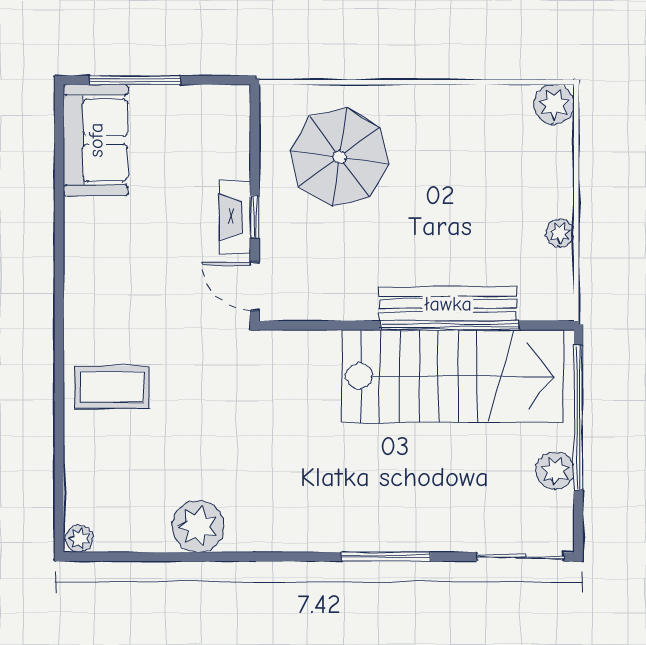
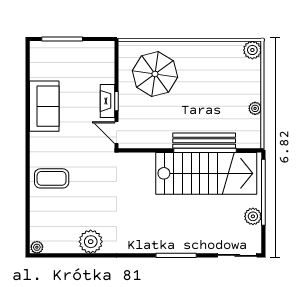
sofa: (96, 140) -> (44, 106), moved

